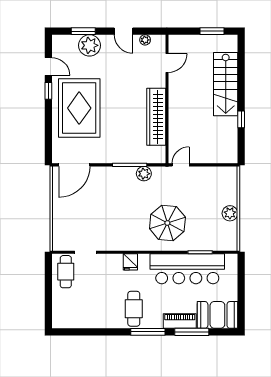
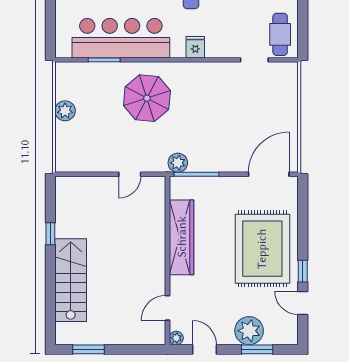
door: (167, 63) -> (168, 308), moved
wall: (167, 99) -> (168, 260), moved
wardrobe: (156, 117) -> (182, 237), moved

